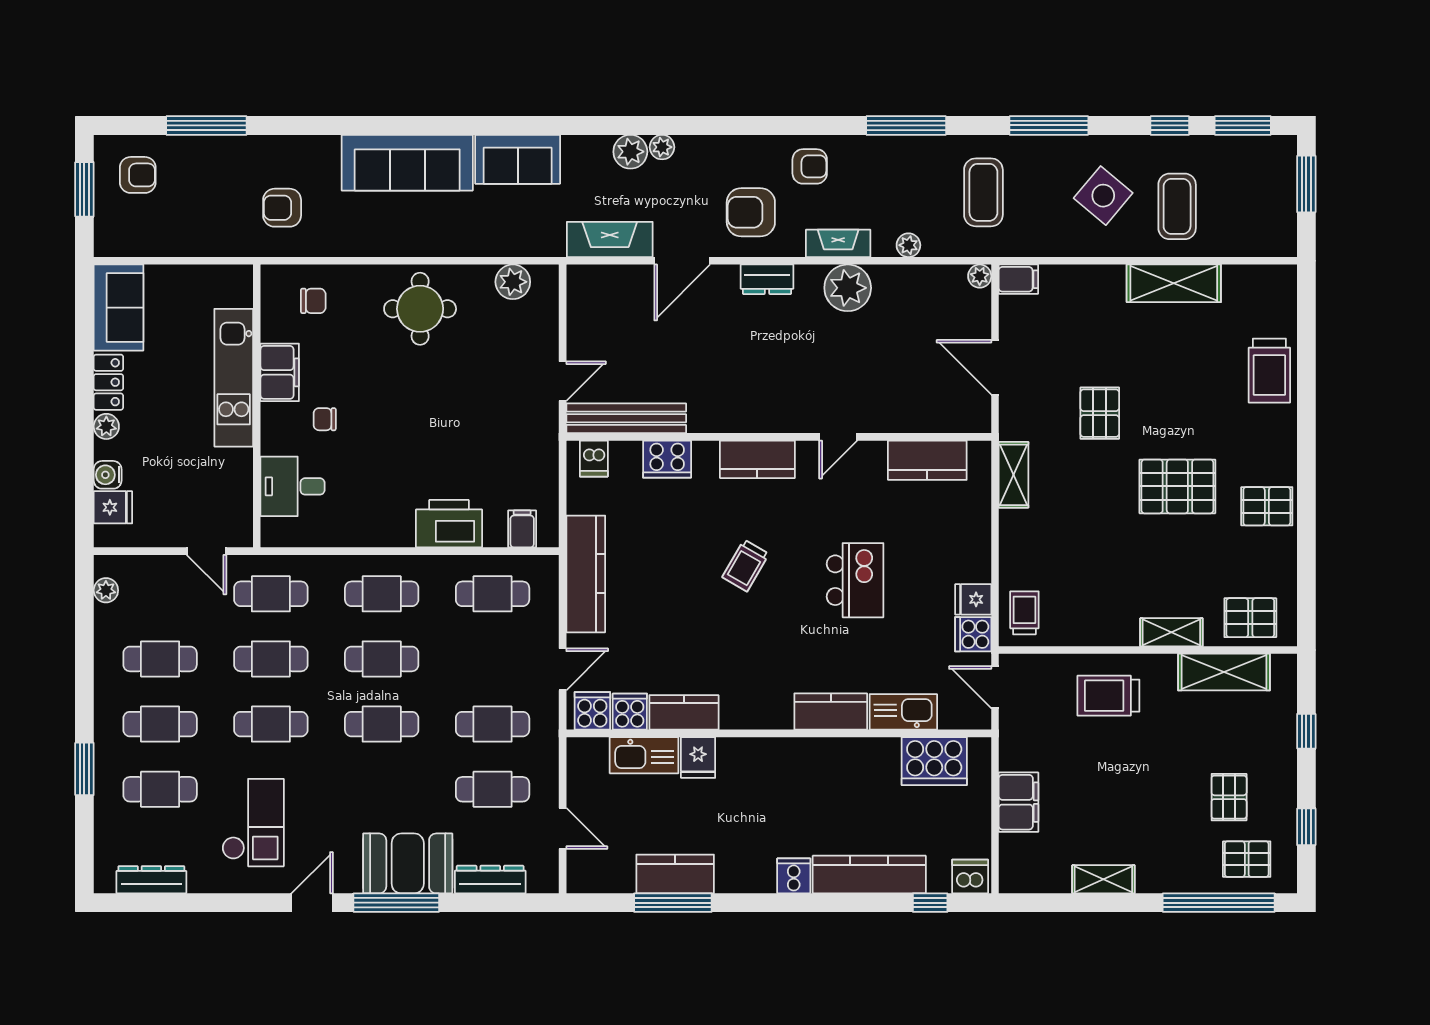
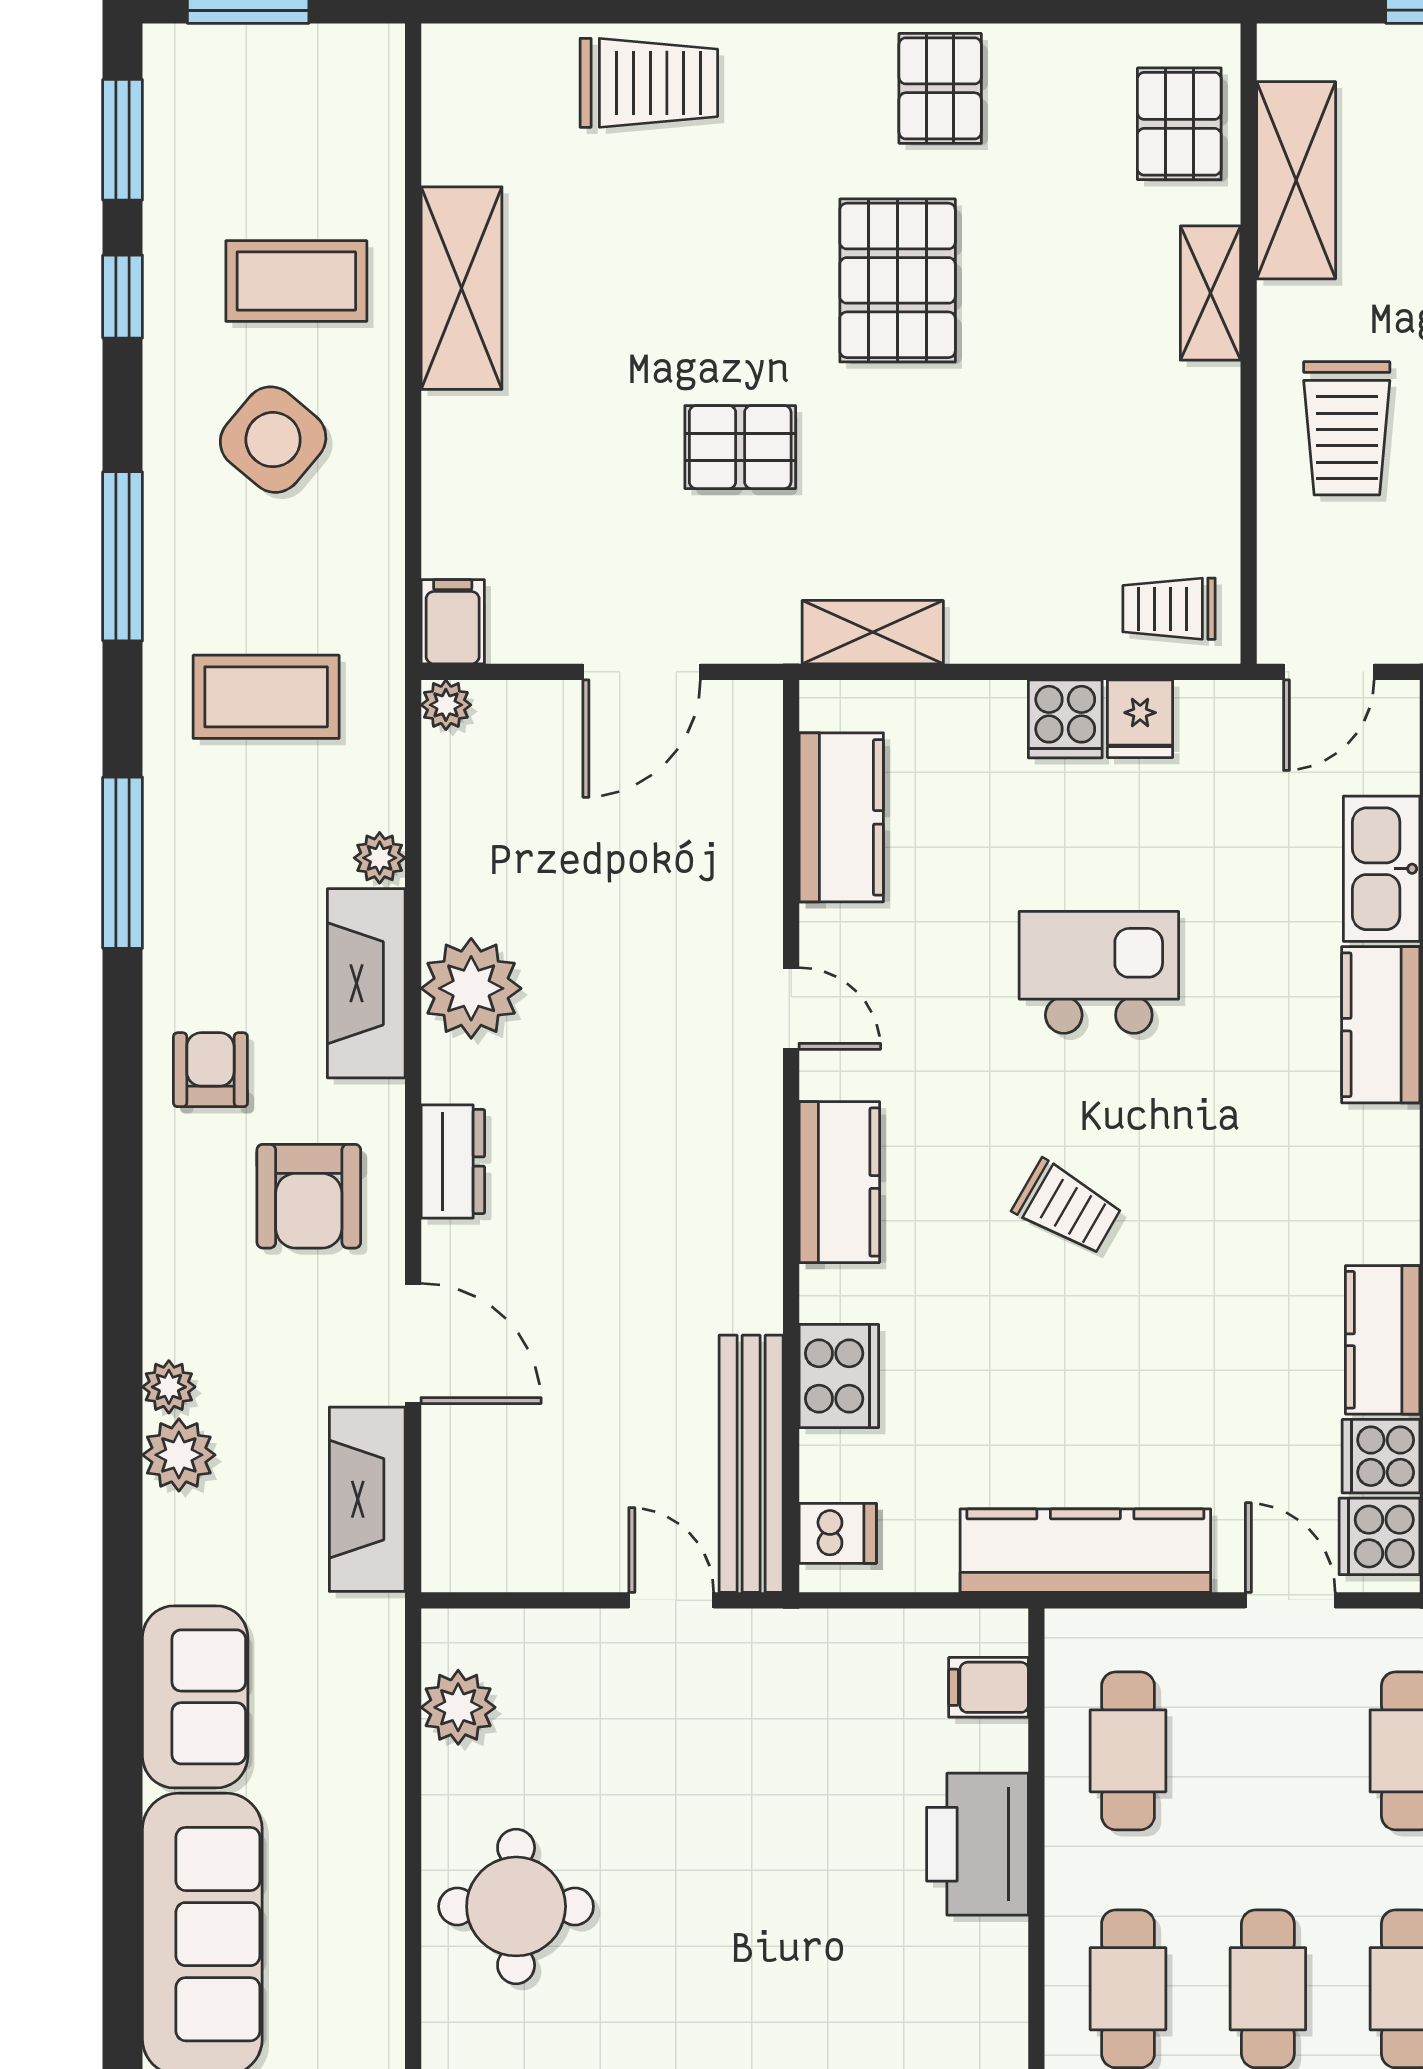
fireplace: (838, 243) -> (366, 983), width x1.37, depth x1.32
cooker: (973, 634) -> (1065, 719), moved

